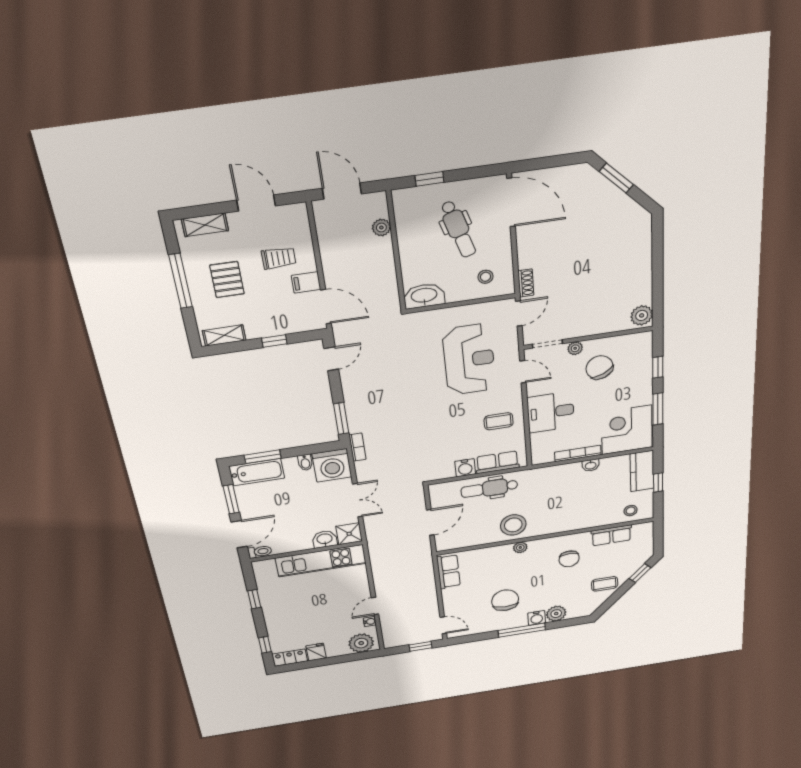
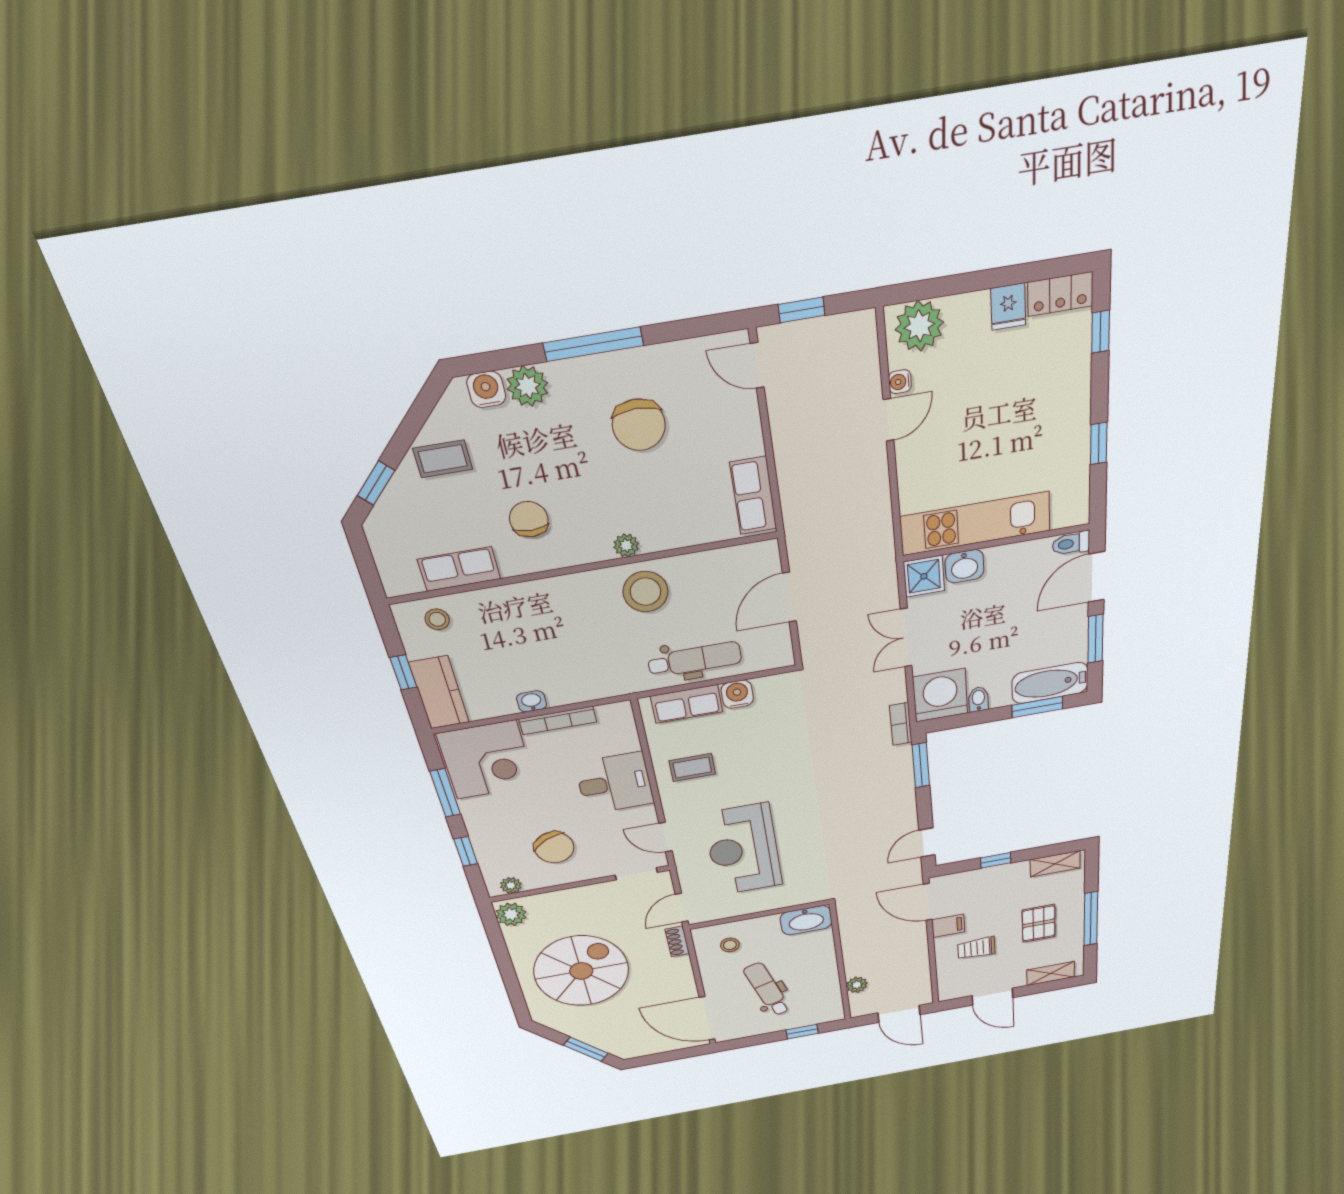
spiral stairs: (603, 261) -> (581, 971), added
plant: (575, 348) -> (511, 885), moved
water cooler: (537, 618) -> (486, 389), moved

